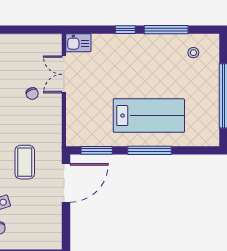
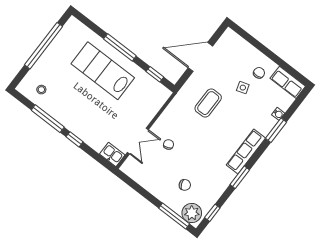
window: (97, 150) -> (155, 74), width x0.67
door: (66, 183) -> (200, 57), moved

